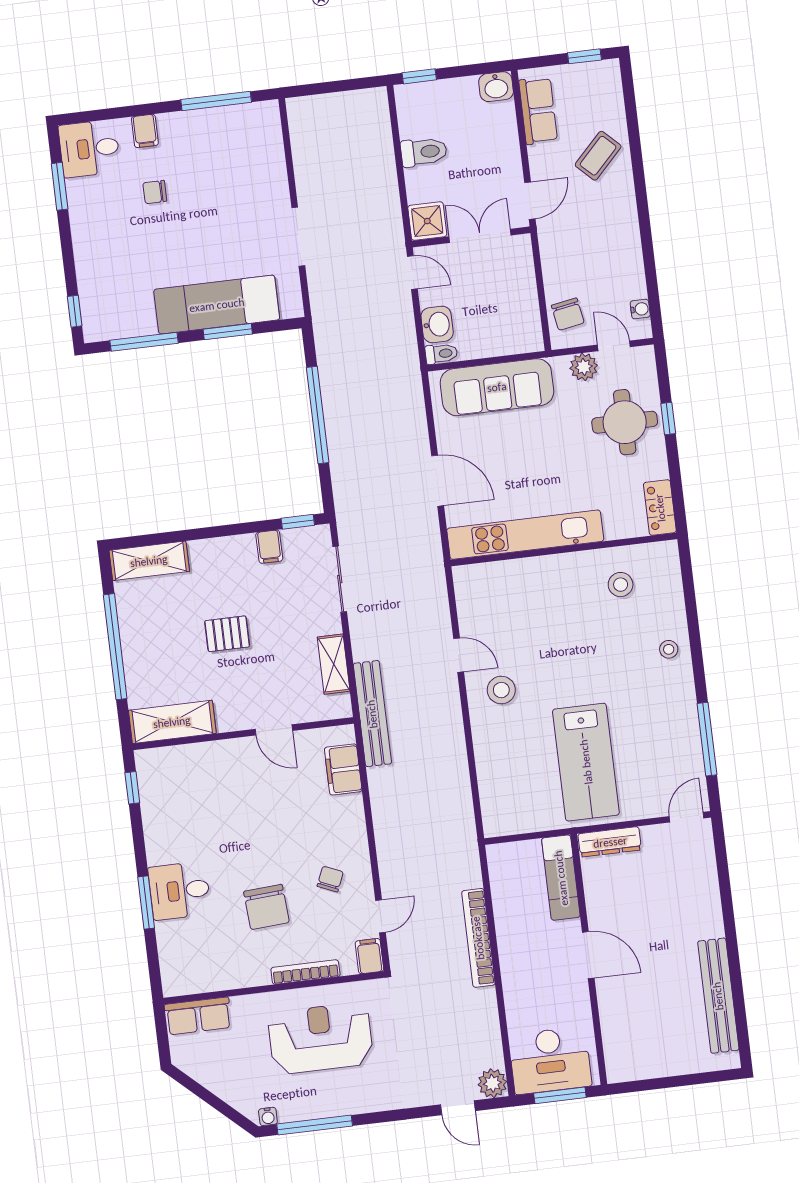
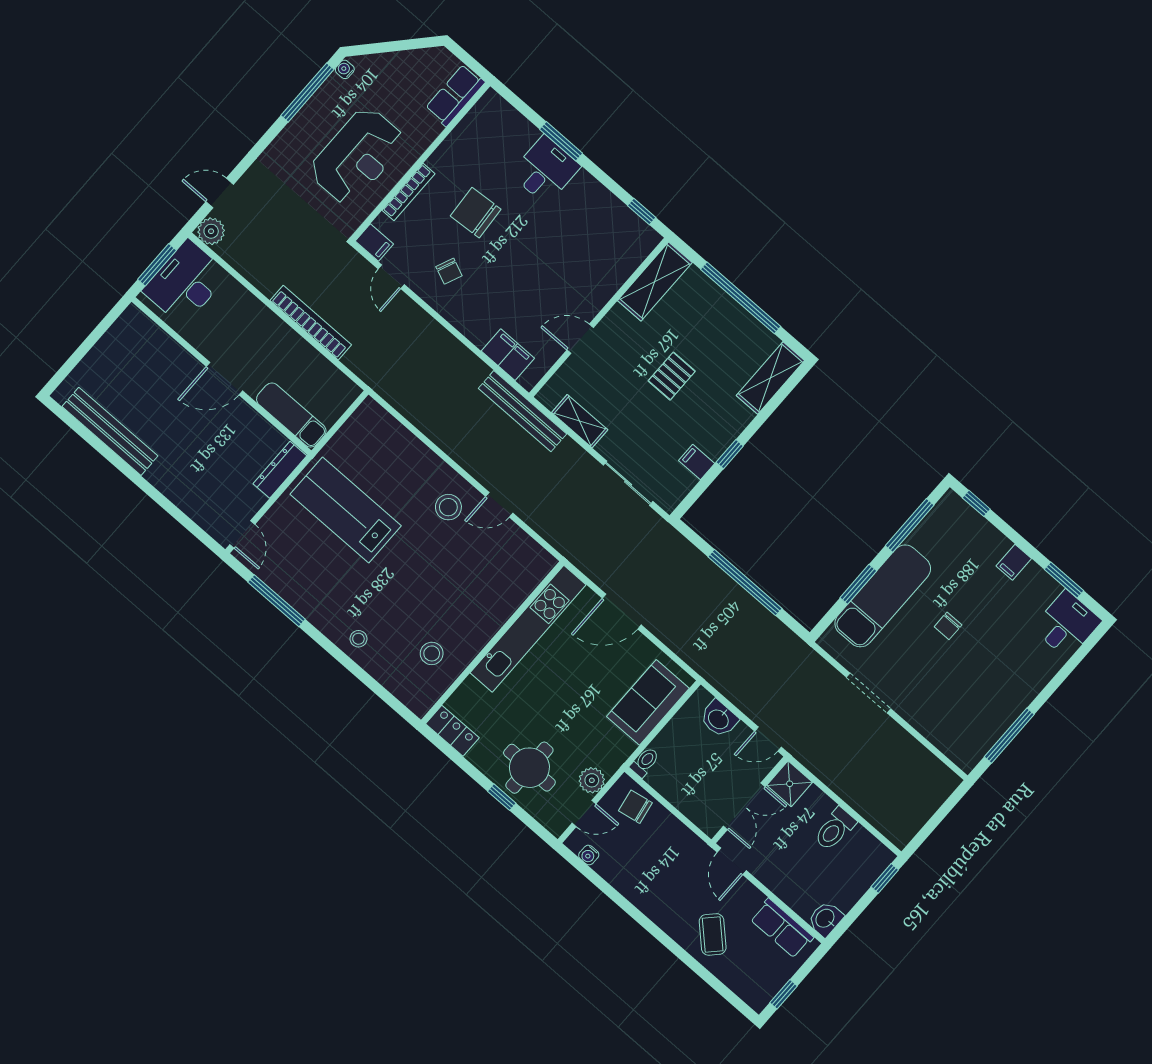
filing cabinet: (145, 131) -> (1014, 562), moved, turned -90
chair: (155, 192) -> (948, 626), moved, turned 180
toilet: (441, 354) -> (645, 762), moved, turned 180
sofa: (497, 387) -> (648, 702), width x0.73
window: (298, 522) -> (730, 454), moved

